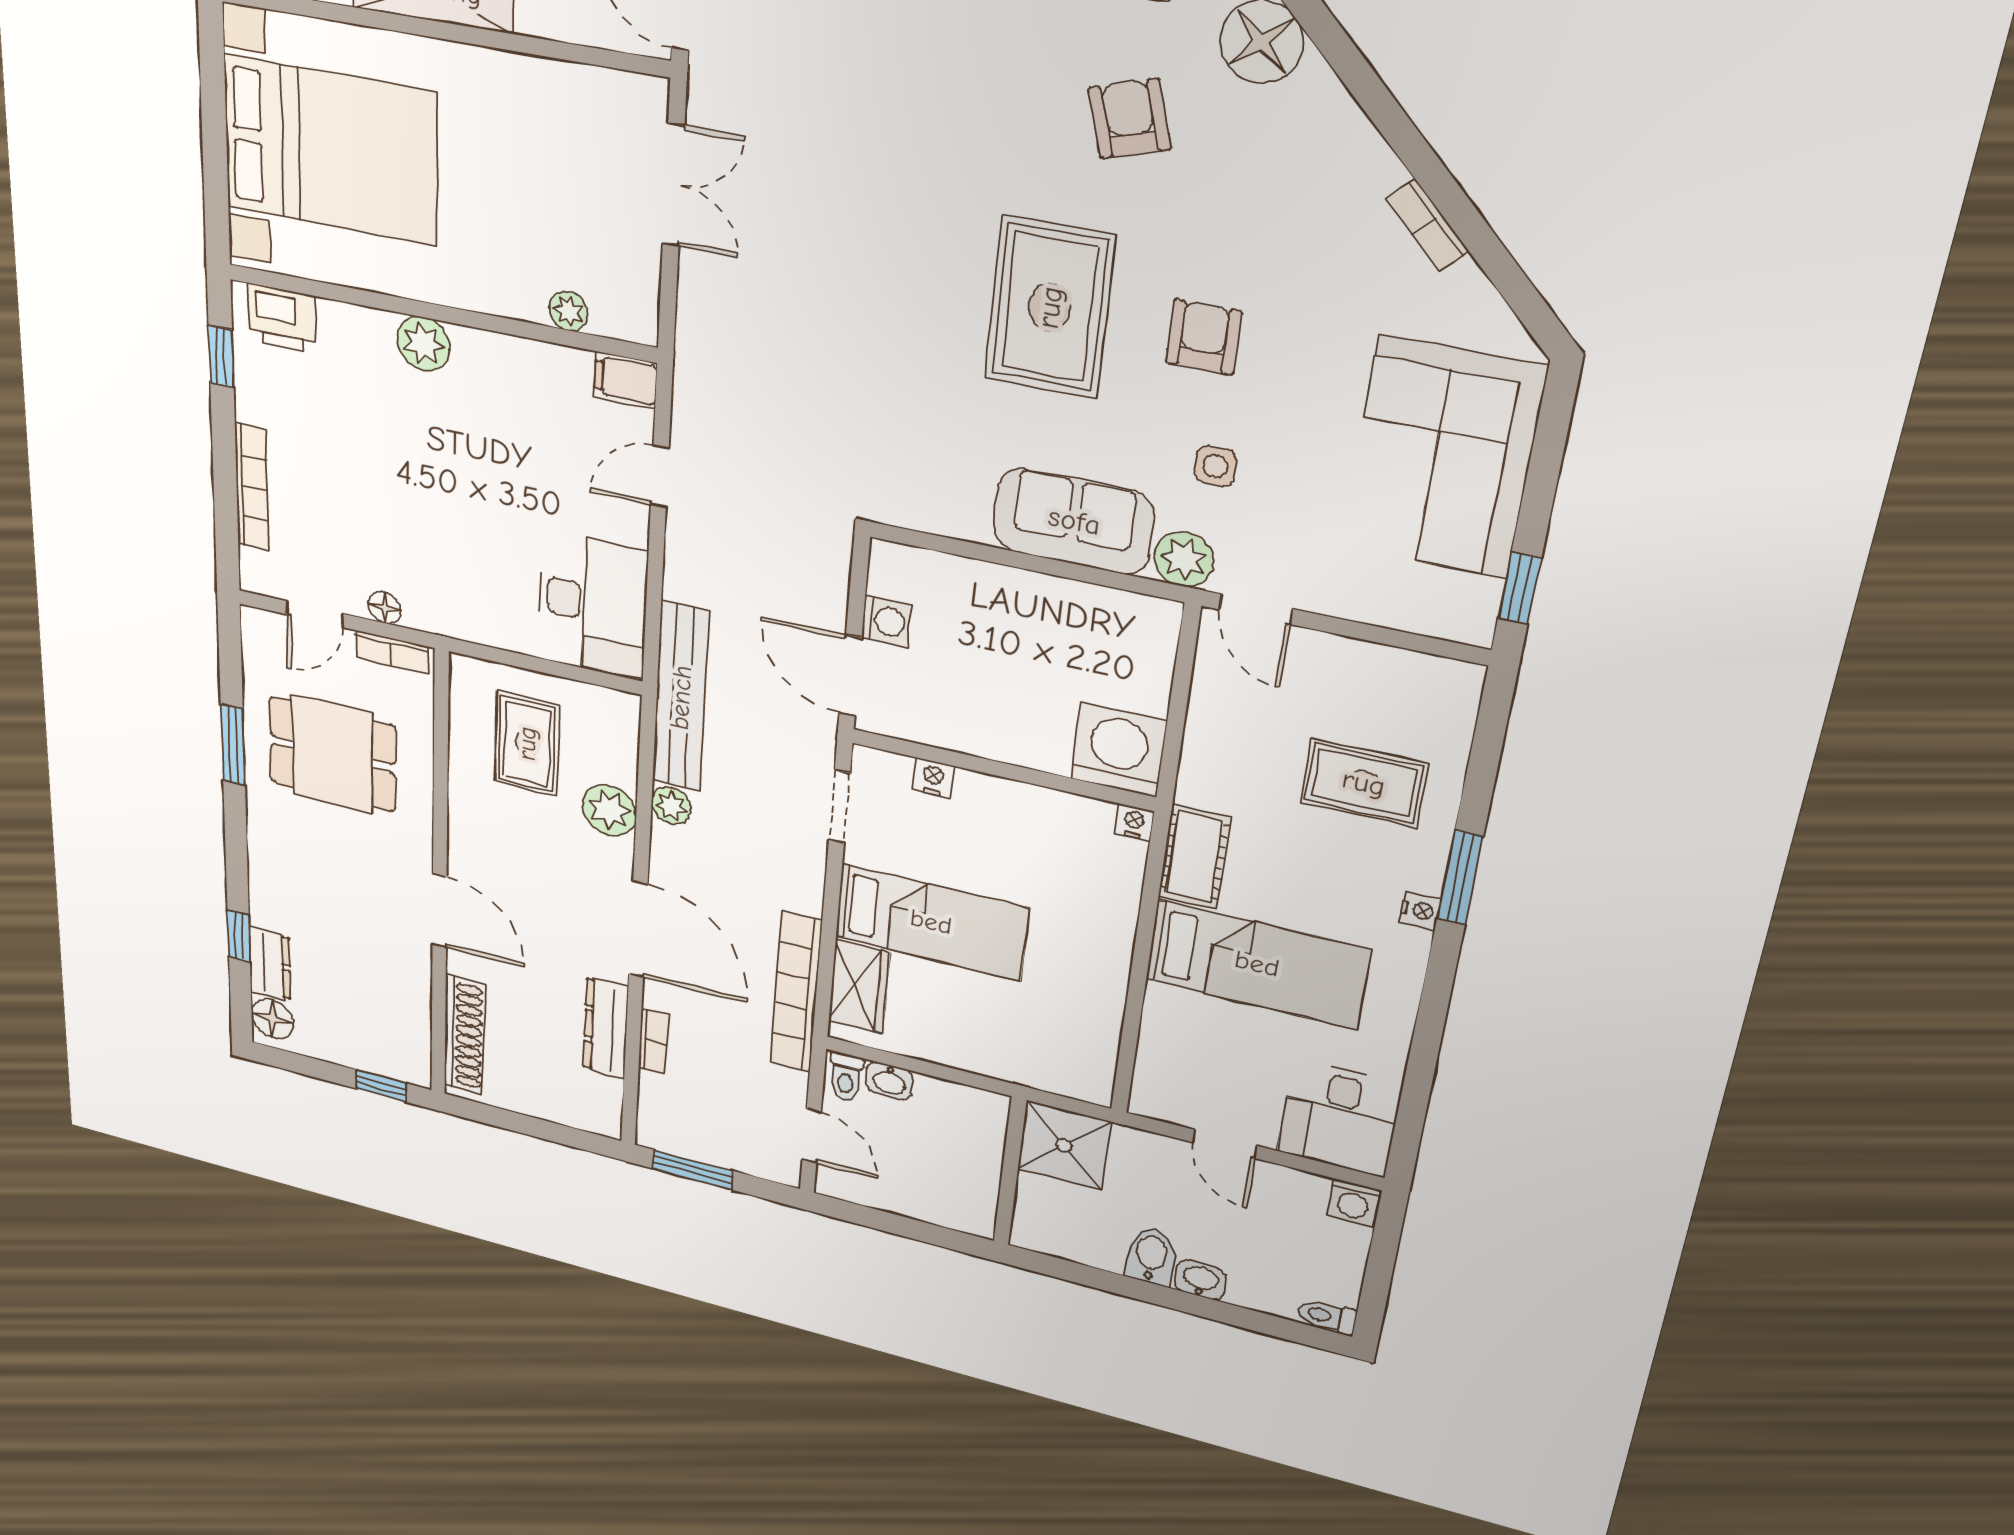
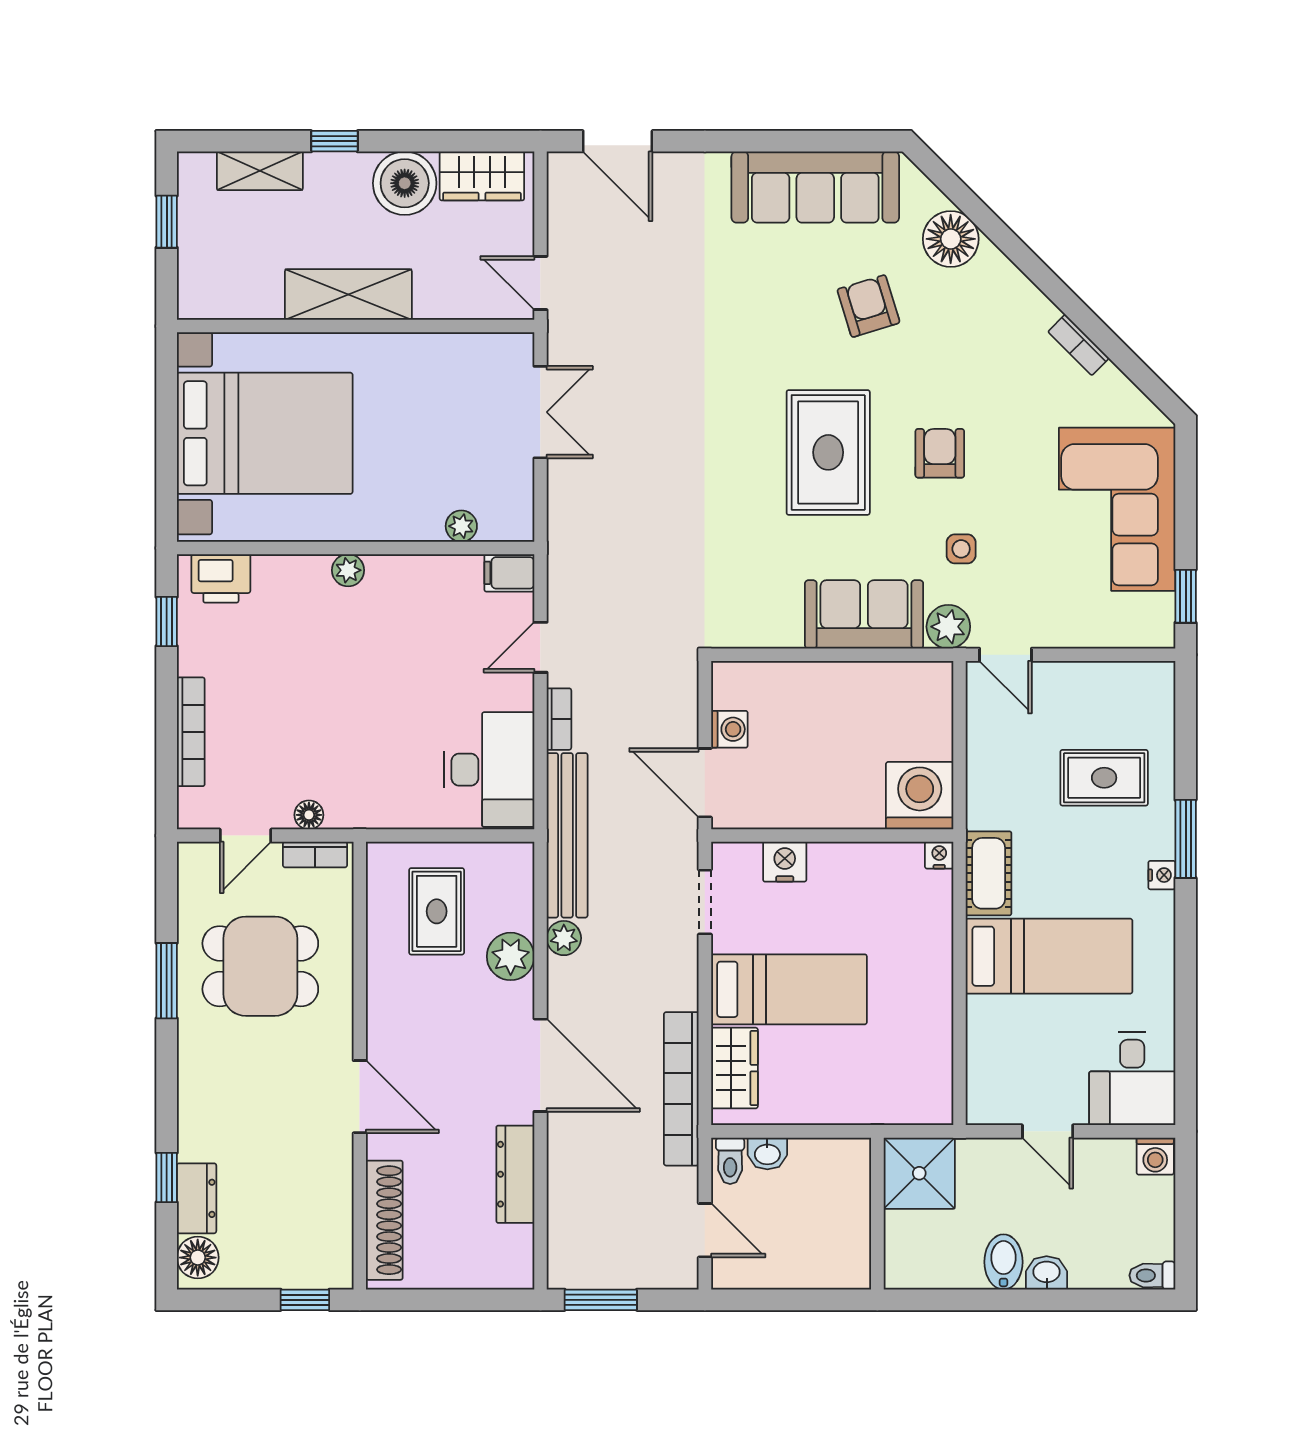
plant: (423, 344) -> (348, 570), width x0.73, depth x0.73
nightstand: (933, 778) -> (785, 862), width x1.39, depth x1.35
bookcase: (653, 1041) -> (559, 719), moved

